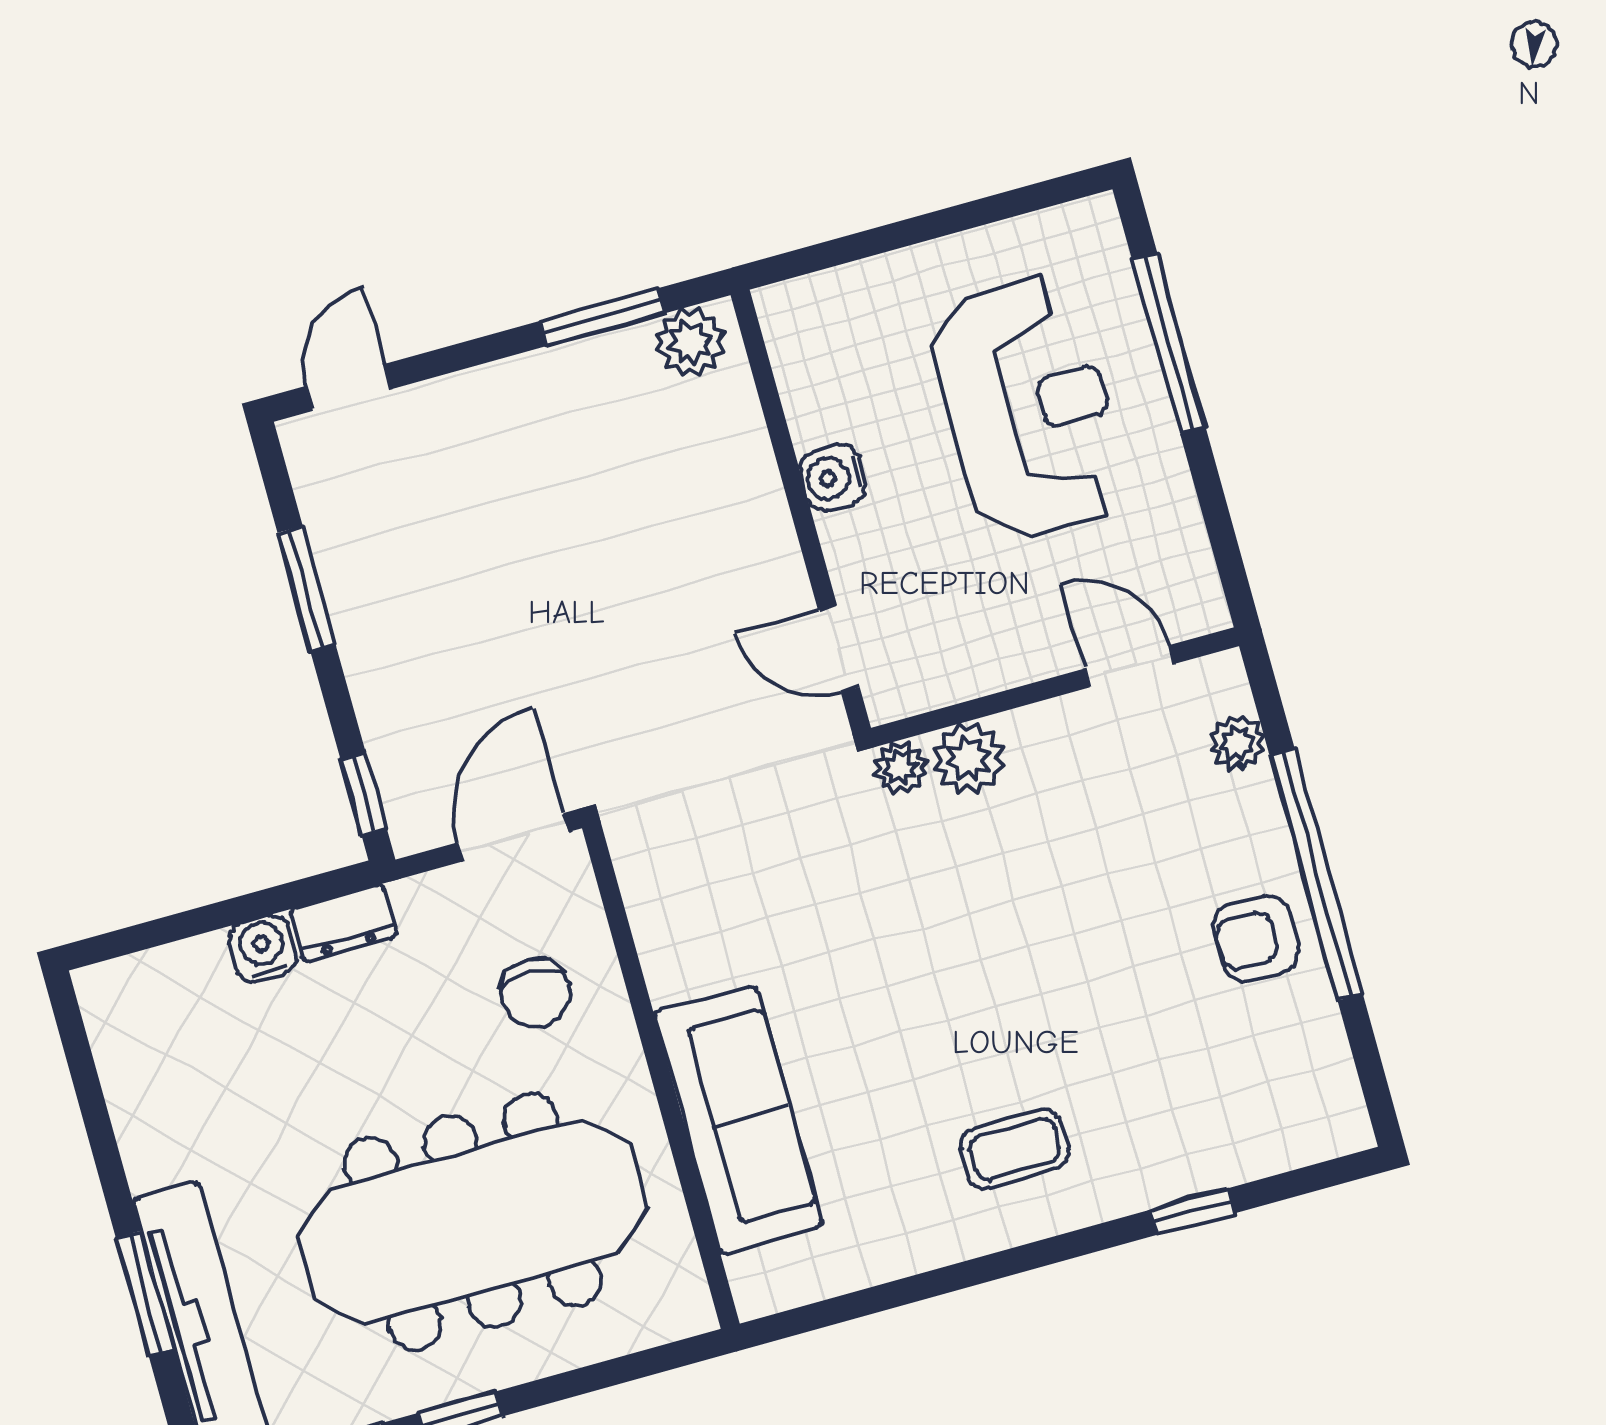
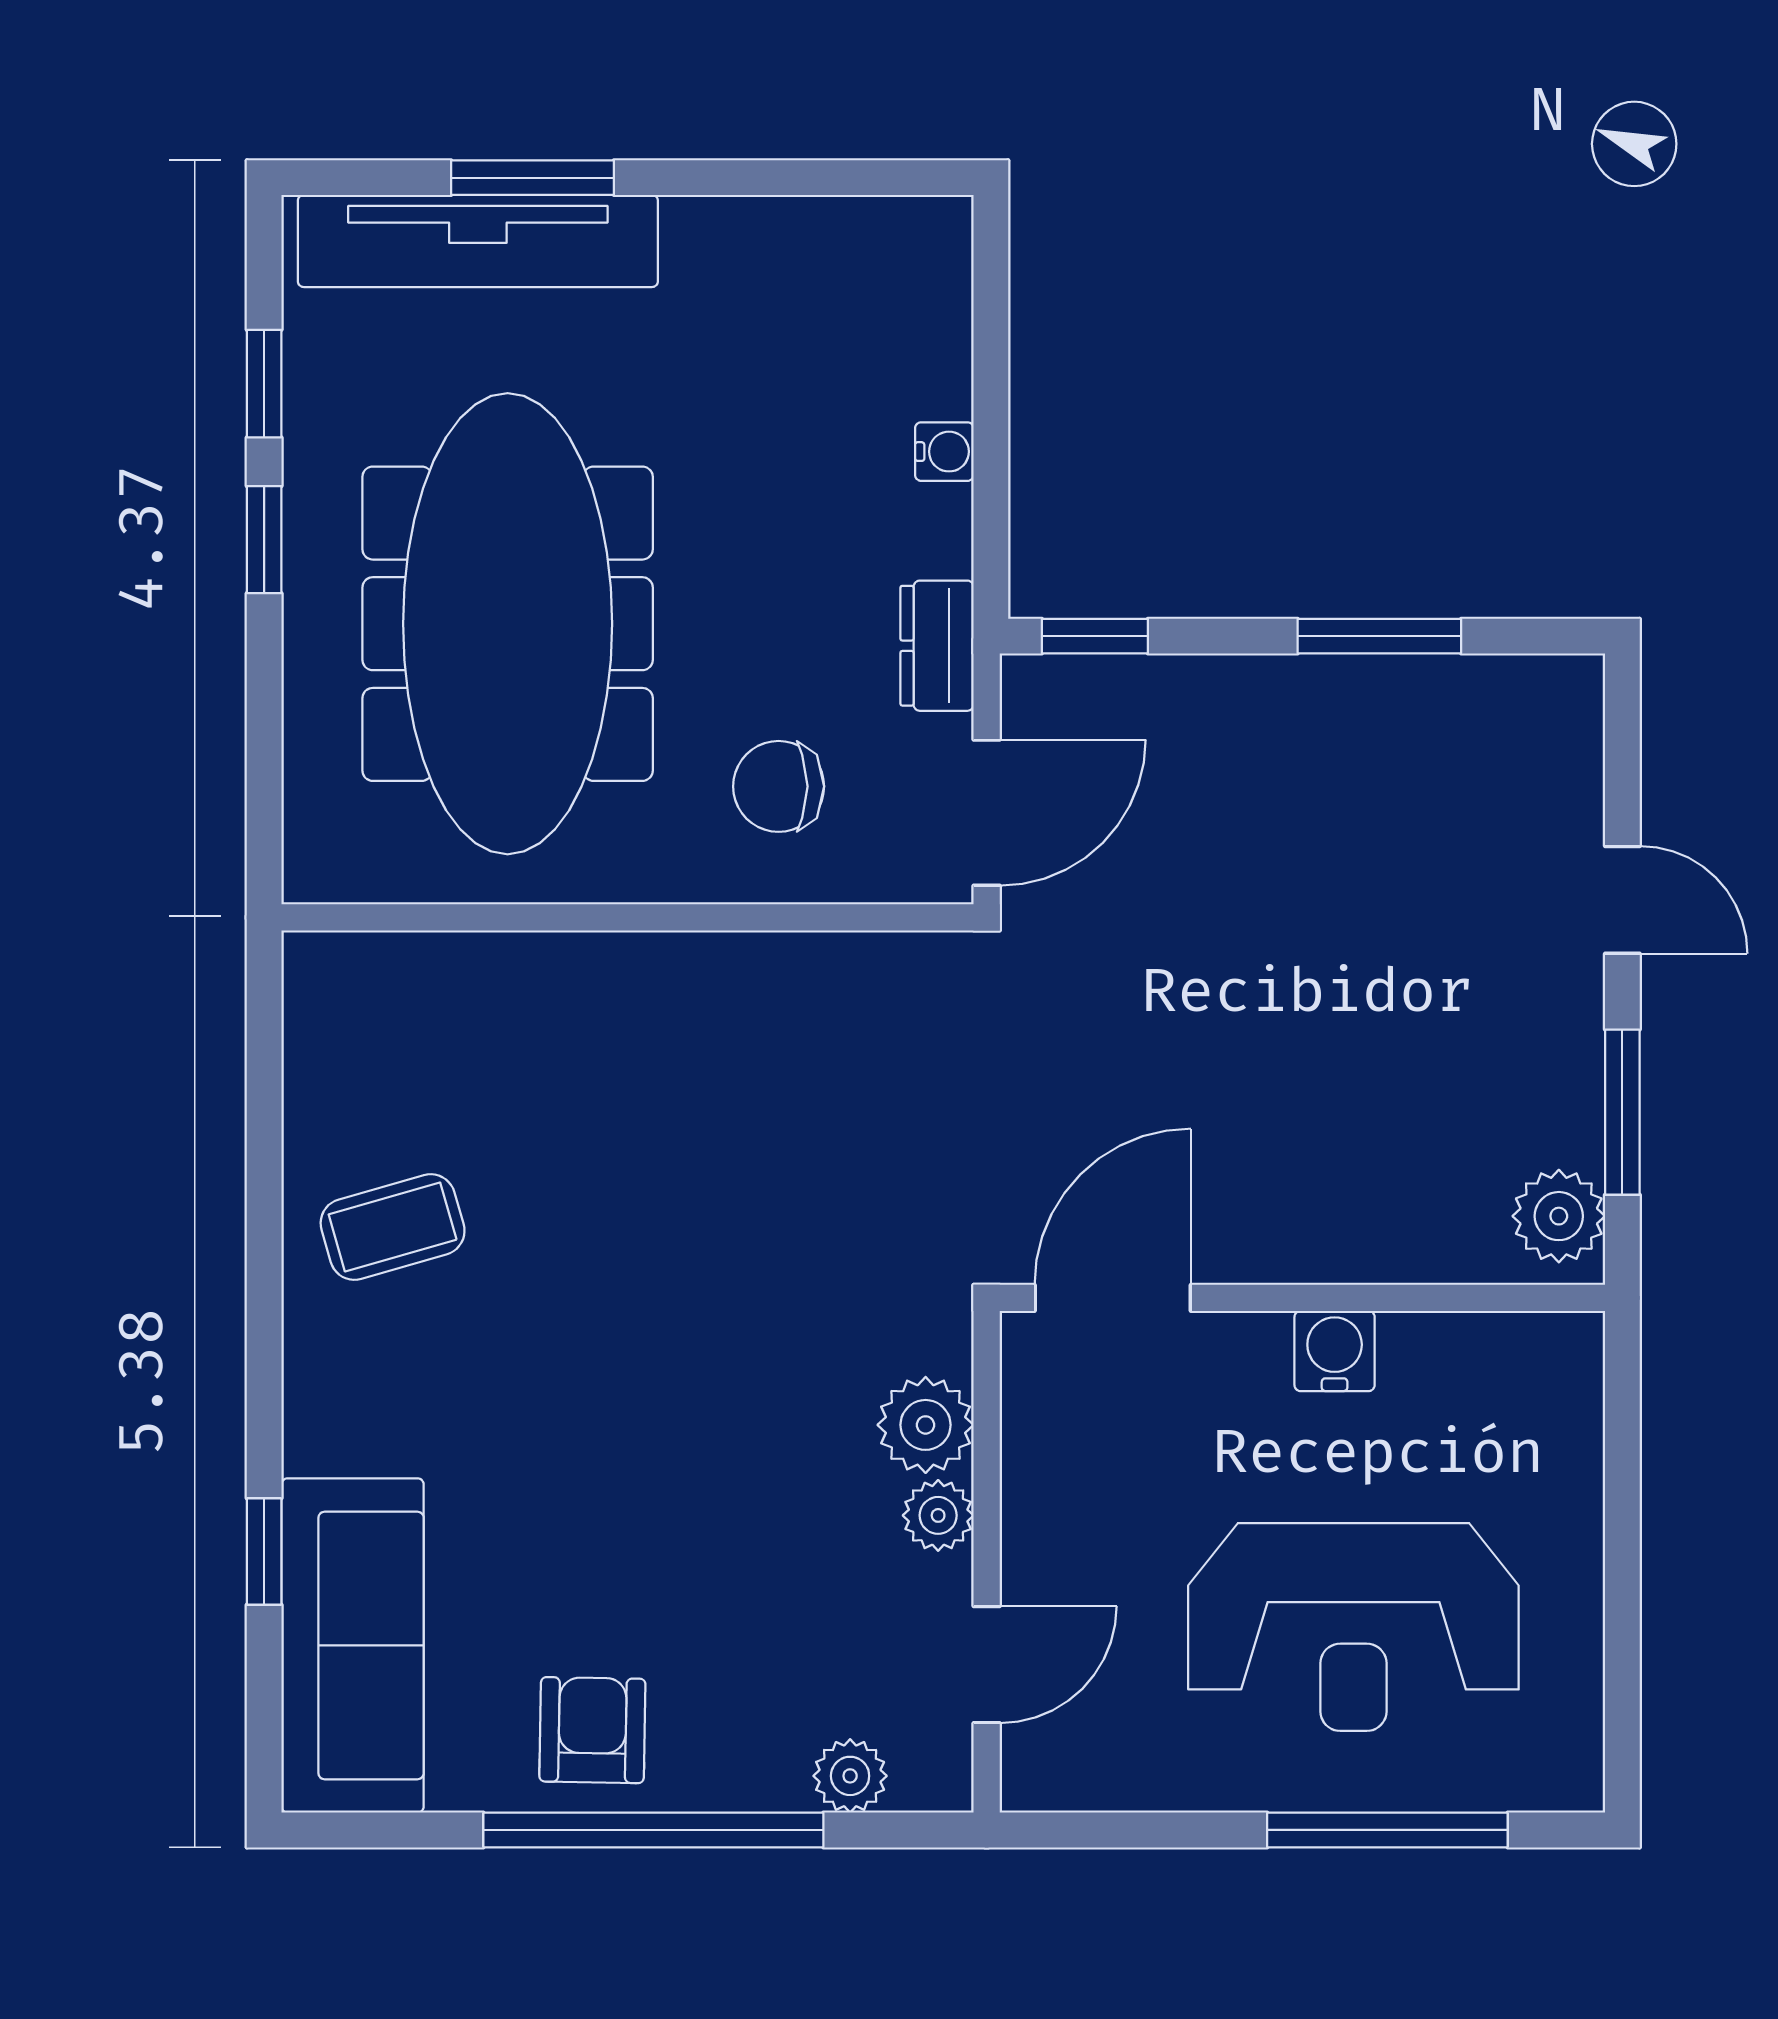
door: (348, 388) -> (1622, 900), moved
door: (839, 649) -> (1113, 1298), width x1.38
plant: (900, 768) -> (938, 1515), moved
door: (513, 837) -> (987, 813), hinge flipped
dresser: (343, 923) -> (937, 646), moved
water cooler: (263, 948) -> (944, 452), width x0.72, depth x0.72
sofa: (738, 1120) -> (353, 1645), moved, turned -90
coffee table: (1014, 1149) -> (393, 1227), moved, turned 74

